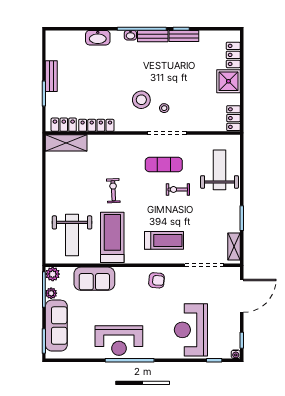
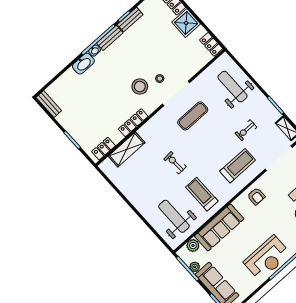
washbasin: (98, 38) -> (83, 64), moved
bench: (51, 76) -> (49, 104), moved
locker: (96, 125) -> (133, 123), moved
shelving: (66, 143) -> (127, 149), moved
exercise bike: (178, 189) -> (246, 130), moved
weight bench: (72, 235) -> (174, 216), turned 180
treadmill: (112, 237) -> (202, 194), width x0.73, depth x0.73
plant: (53, 274) -> (193, 246), moved
sofa: (94, 279) -> (219, 227), width x1.36
armchair: (156, 280) -> (256, 196), turned 85

